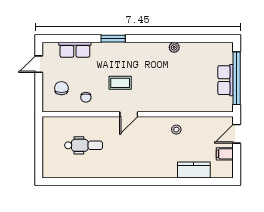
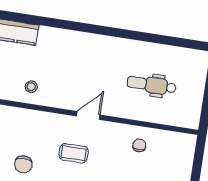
coffee table: (120, 83) -> (74, 153), moved
chair: (61, 88) -> (23, 164), moved

